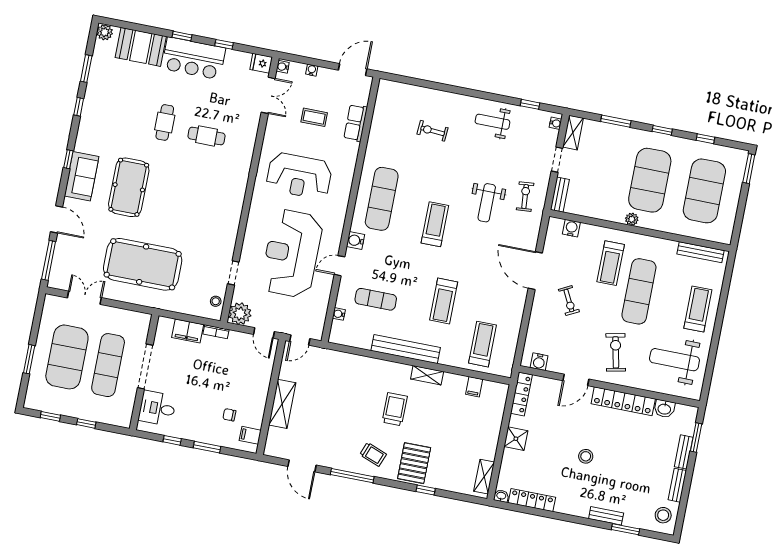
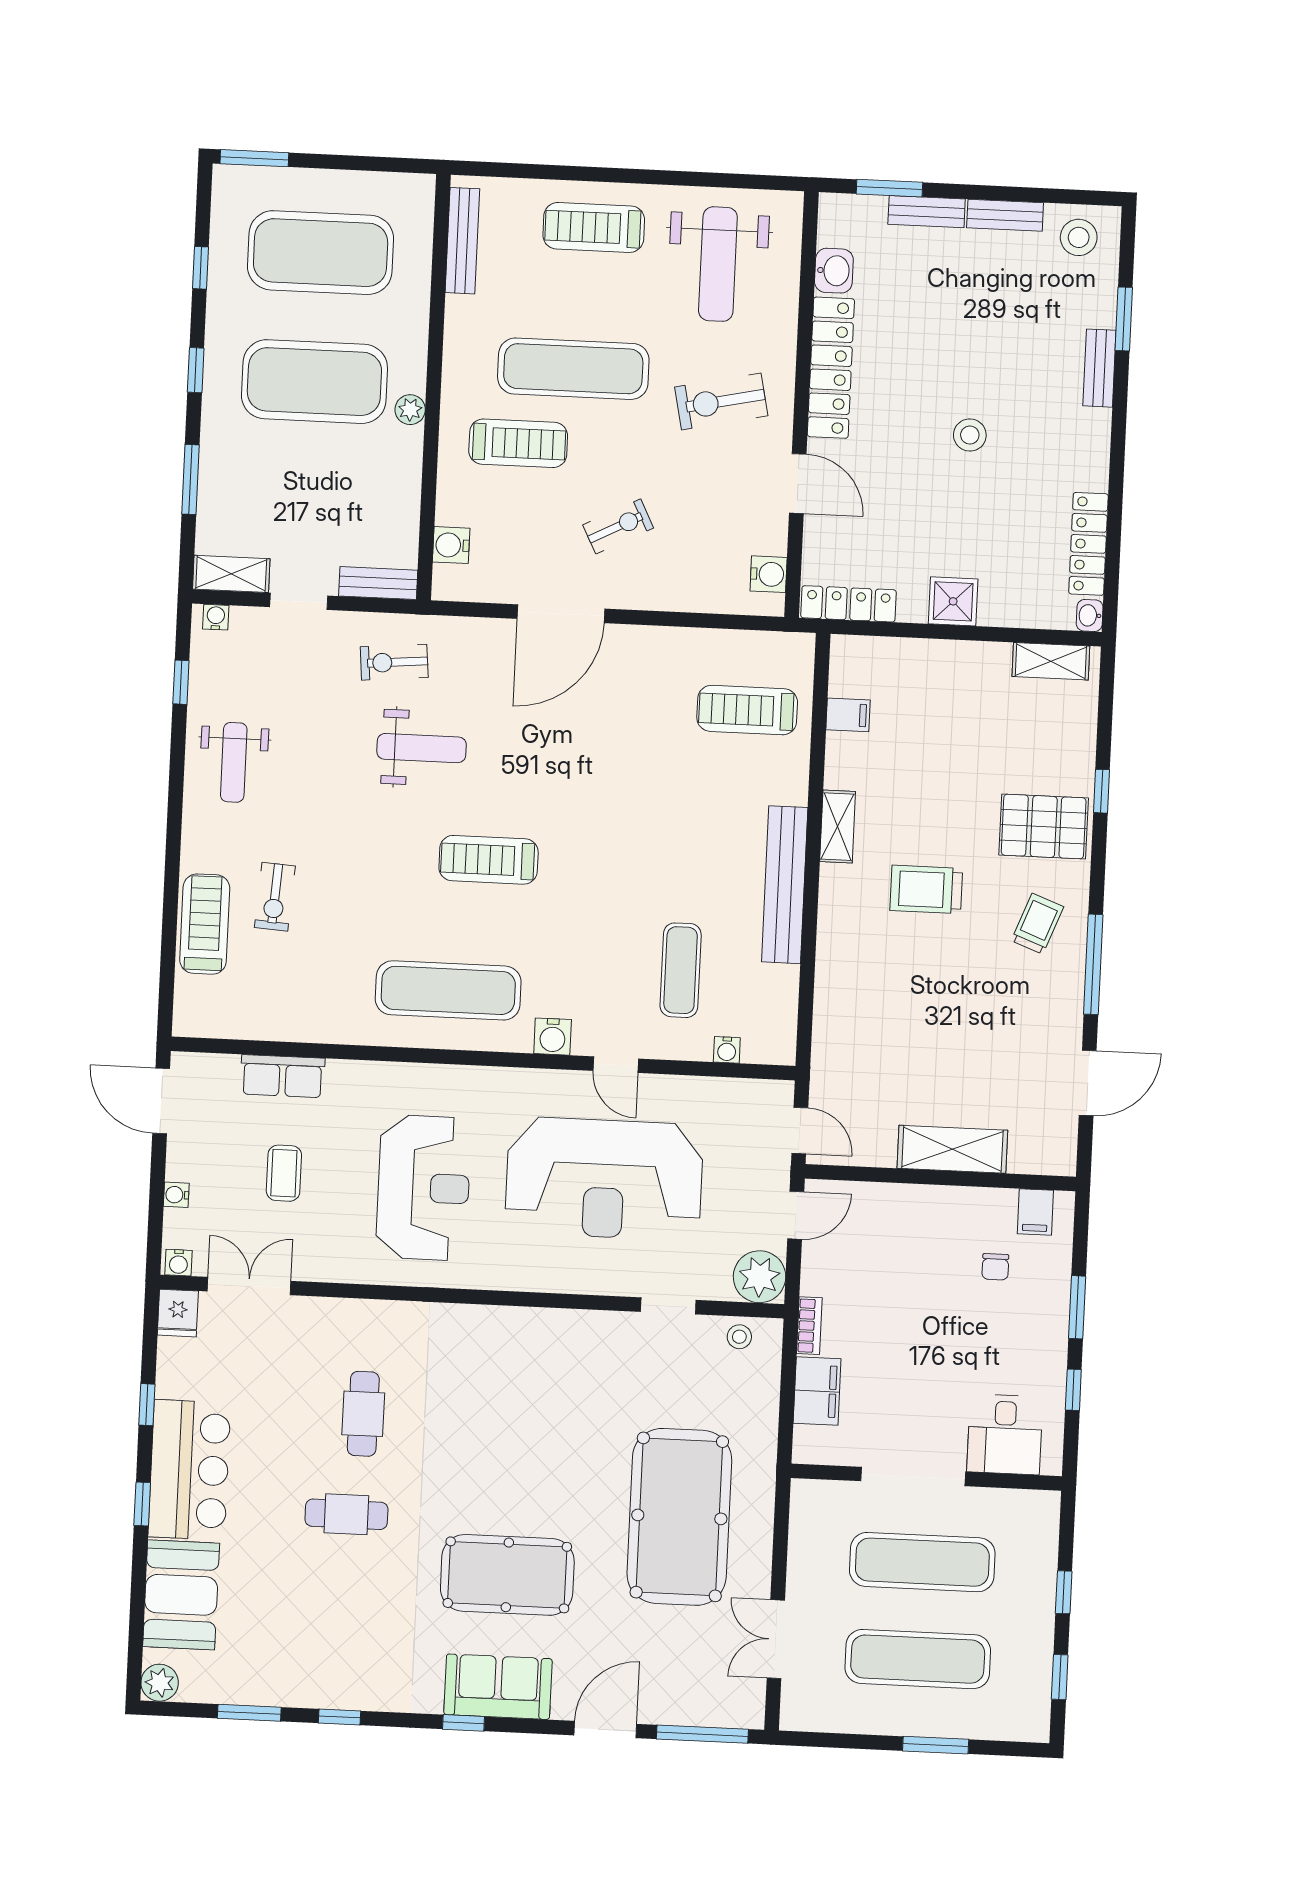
treadmill: (444, 301) -> (205, 924), moved, turned -90
exercise mat: (67, 357) -> (918, 1659), width x0.68

